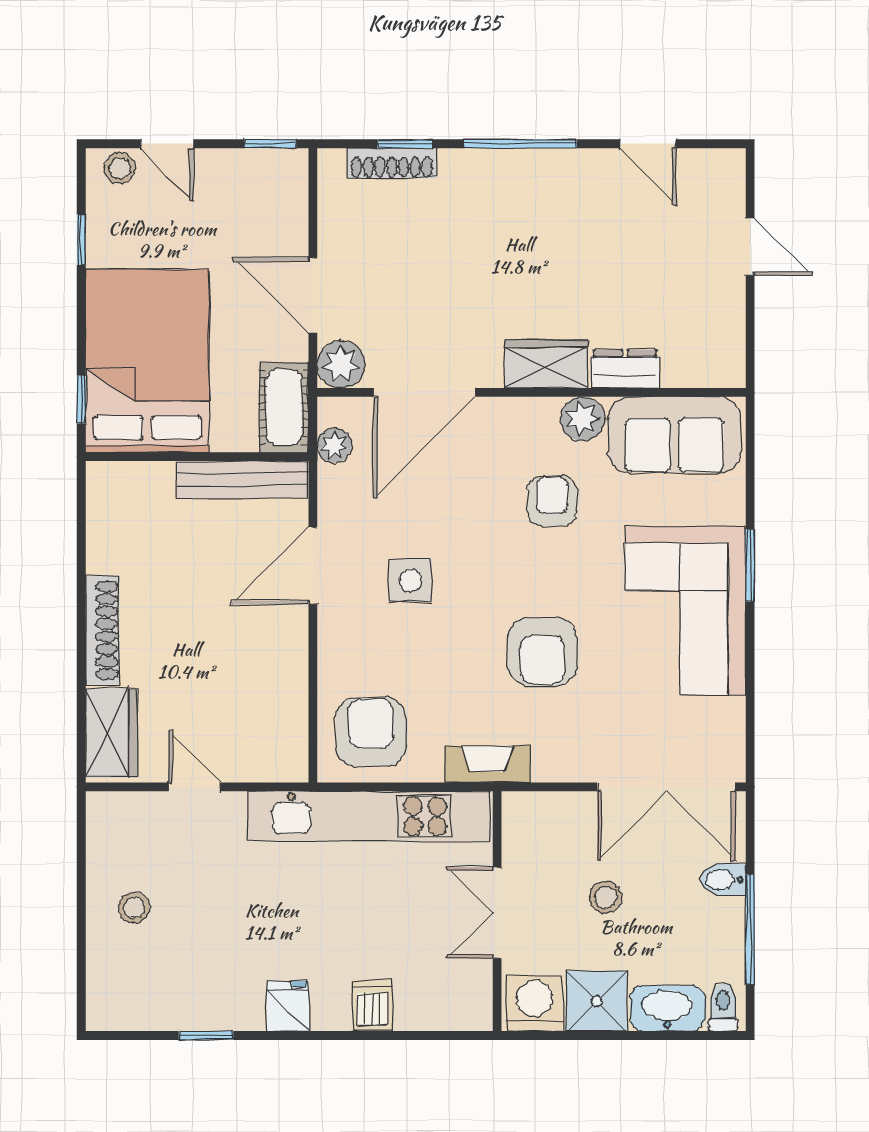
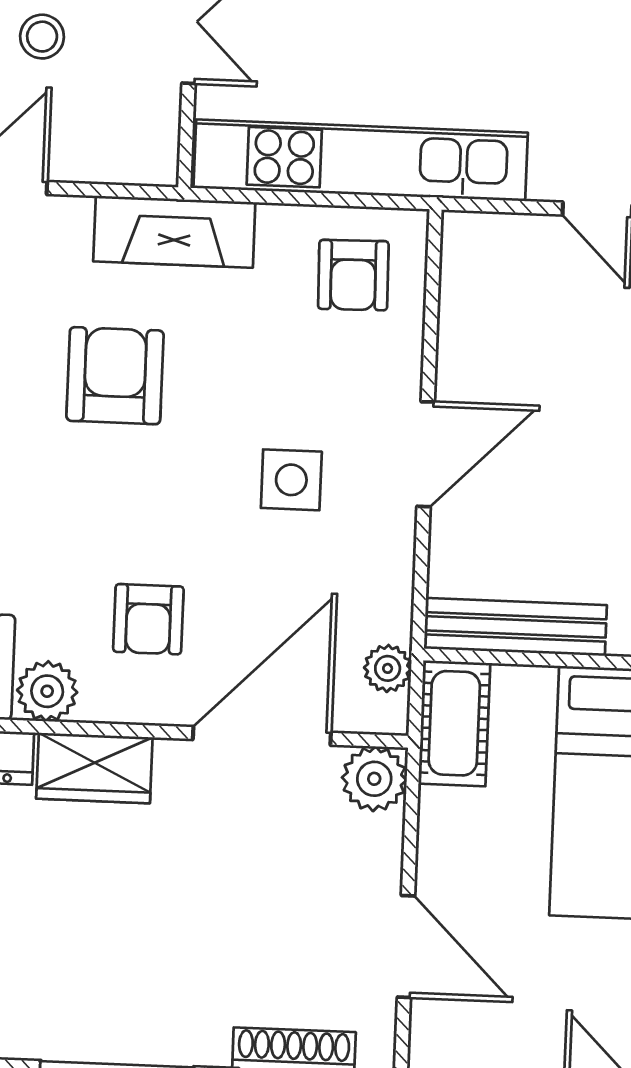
door: (313, 295) -> (406, 946), moved
armchair: (552, 501) -> (148, 619), moved
door: (313, 566) -> (426, 454), moved
armchair: (371, 732) -> (353, 275), width x0.72, depth x0.72
fireplace: (487, 764) -> (174, 232), width x1.37, depth x1.32

